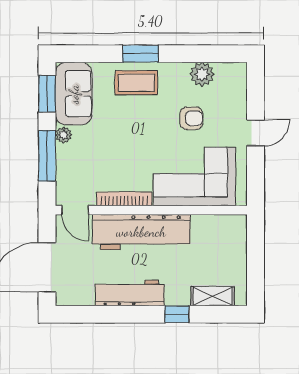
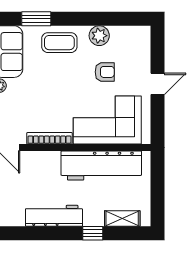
window: (141, 54) -> (36, 19), moved
plant: (202, 74) -> (99, 36), moved
workbench: (141, 232) -> (101, 166), moved

